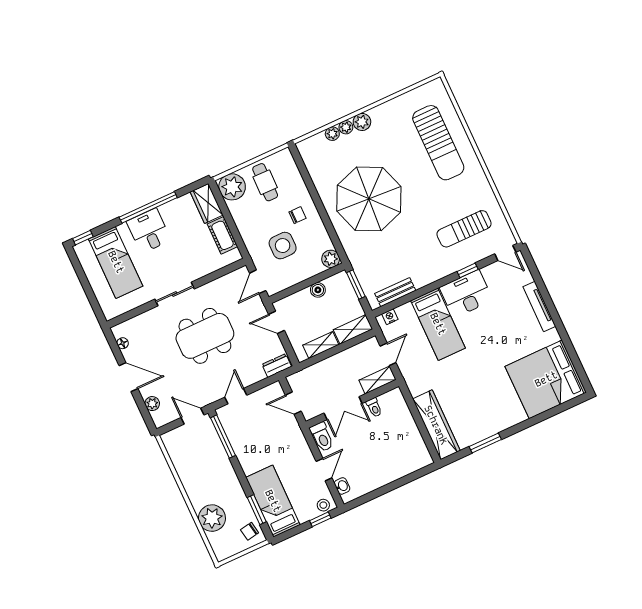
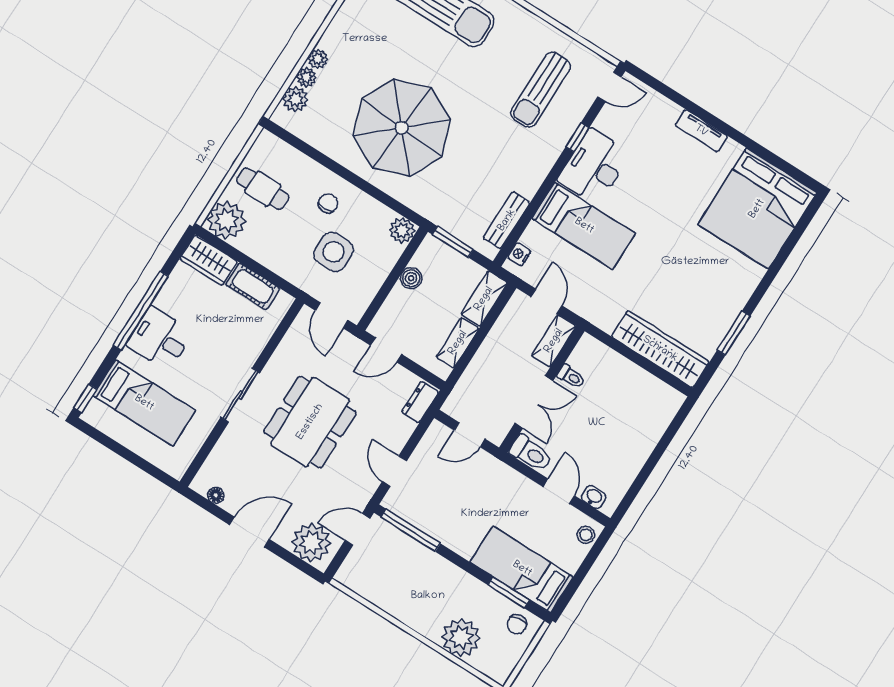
plant: (362, 122) -> (295, 99), moved
tv unit: (539, 306) -> (701, 131), width x0.71
plant: (152, 404) -> (311, 543), width x1.87, depth x1.87
window: (320, 519) -> (593, 555), removed

